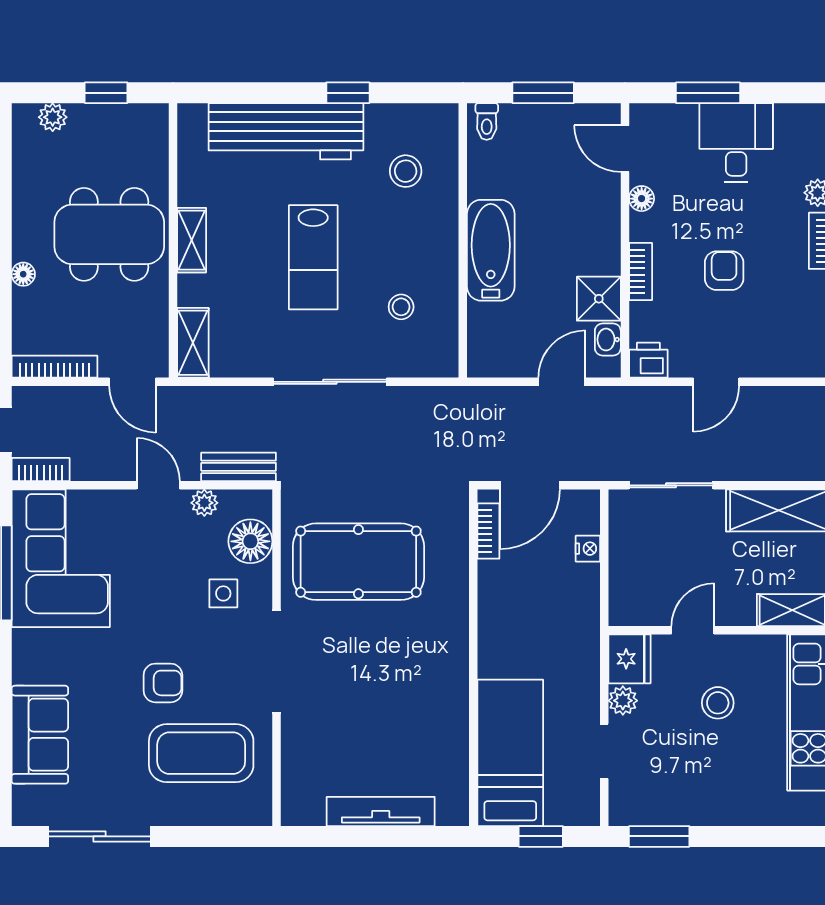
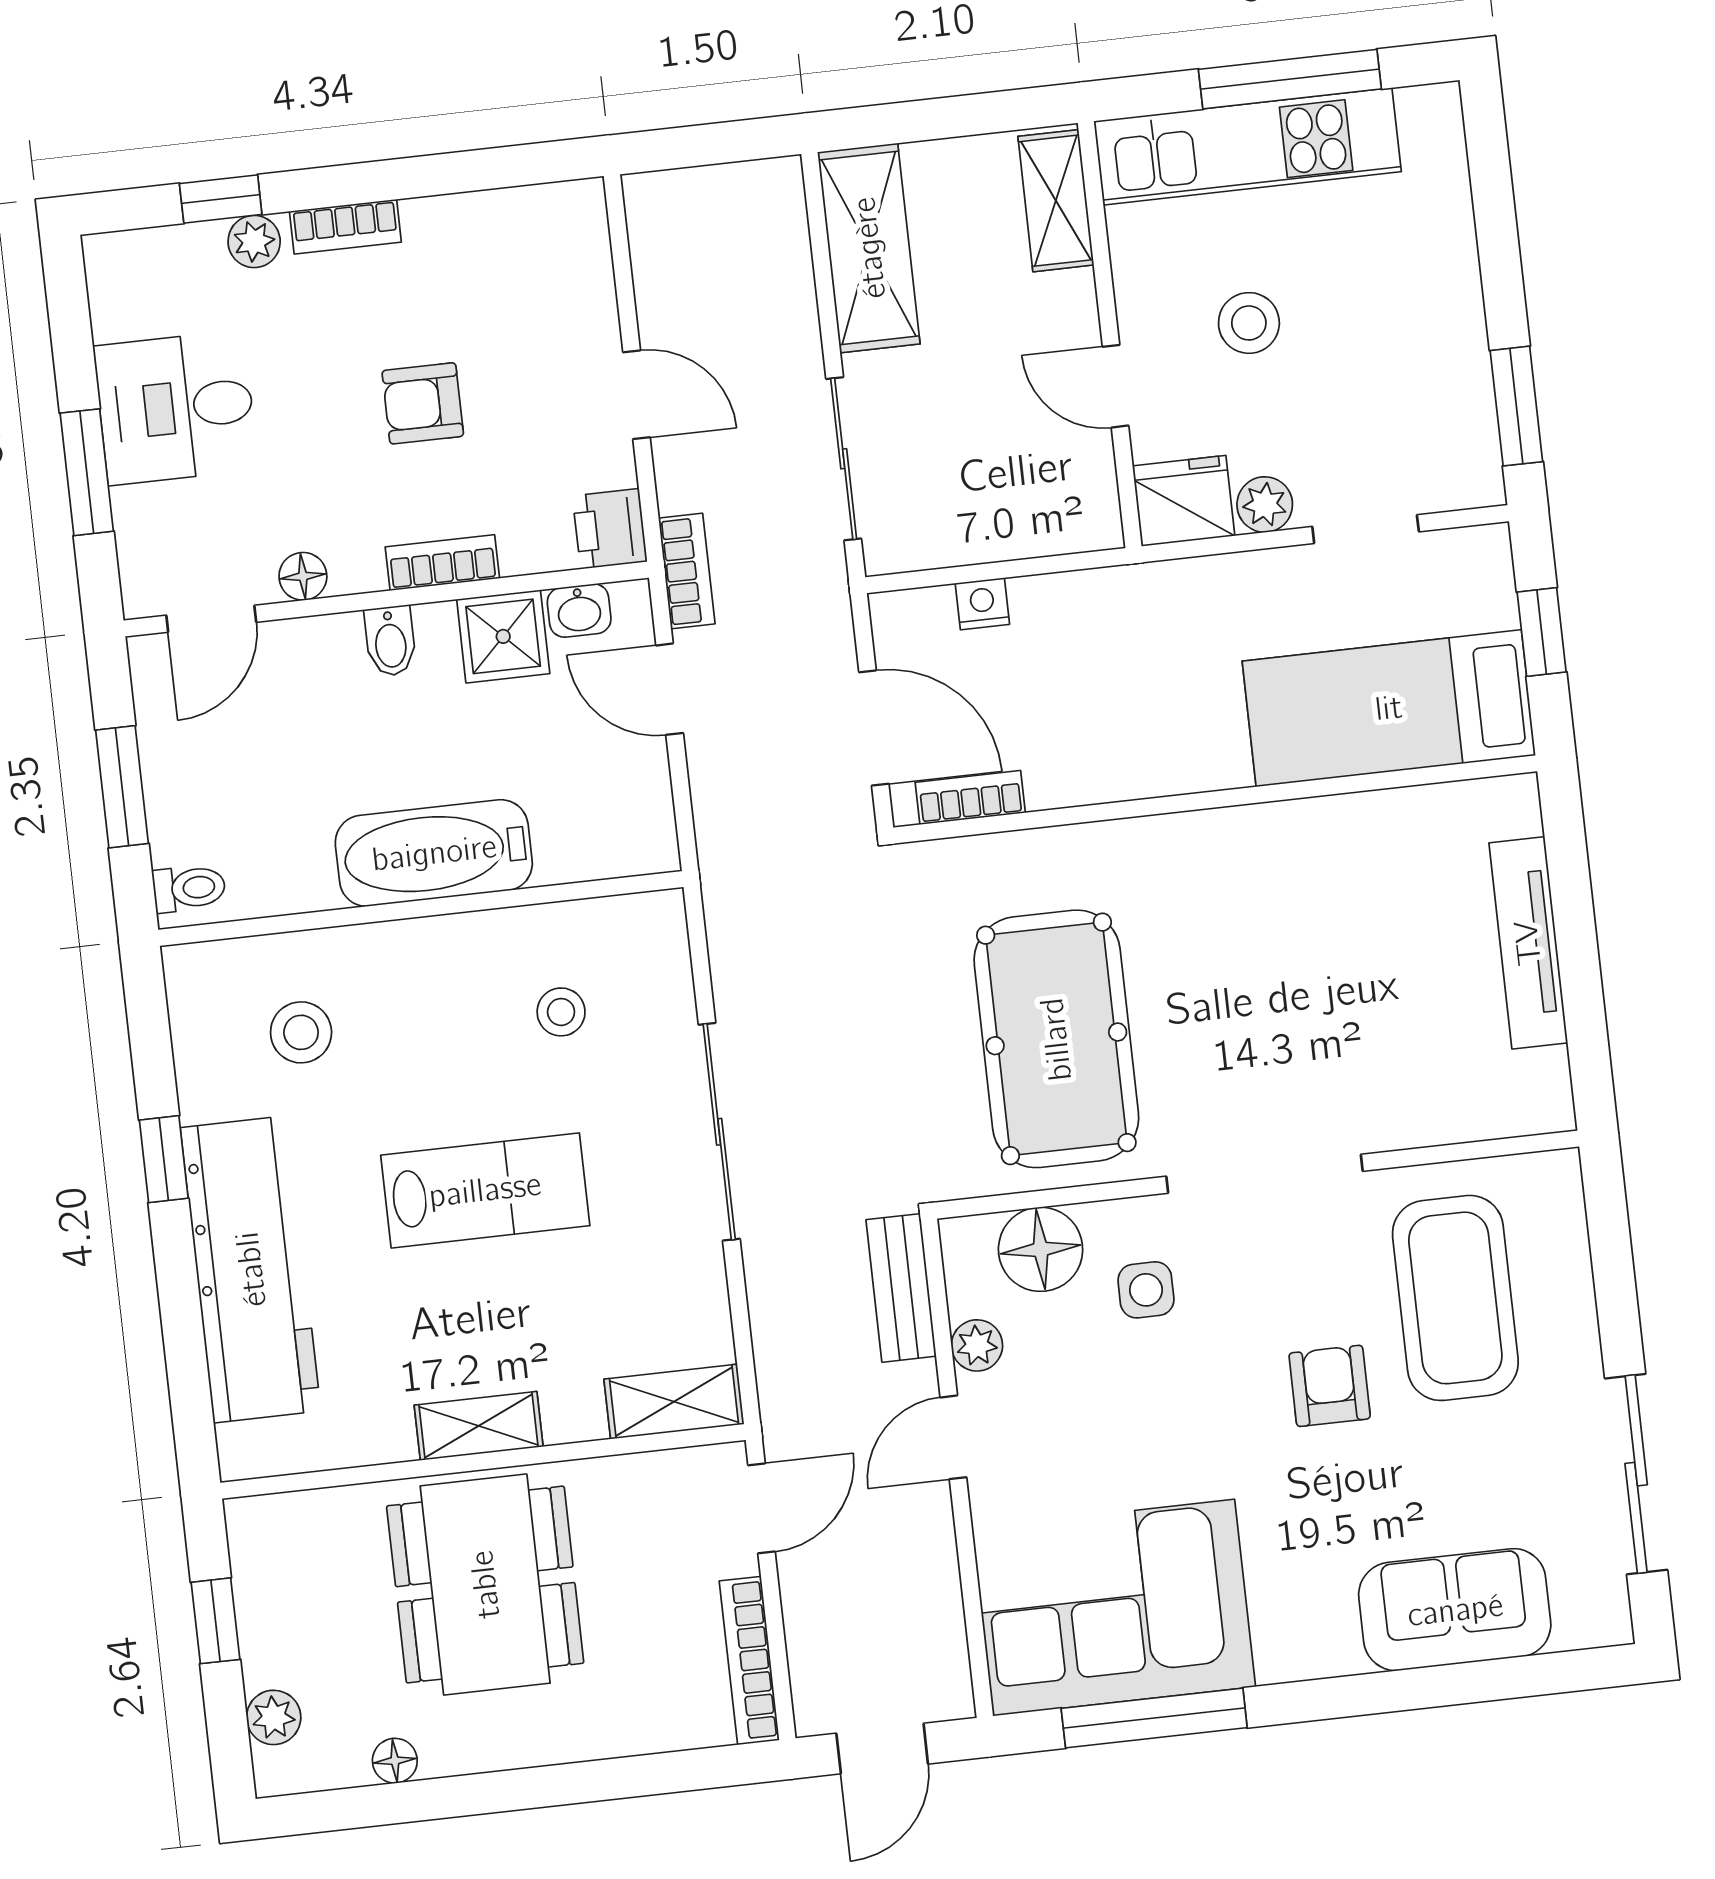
bidet: (603, 240) -> (390, 641), added
floor lamp: (23, 274) -> (395, 1761), moved
bookcase: (41, 470) -> (687, 571), moved, turned 180

